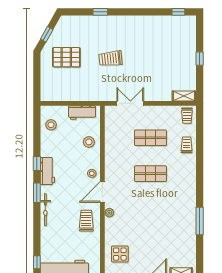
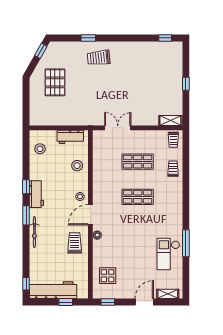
window: (47, 34) -> (41, 51), moved
pallet: (66, 57) -> (55, 82), turned 90
trolley: (111, 59) -> (99, 58), moved
checkout: (182, 232) -> (168, 254), added

